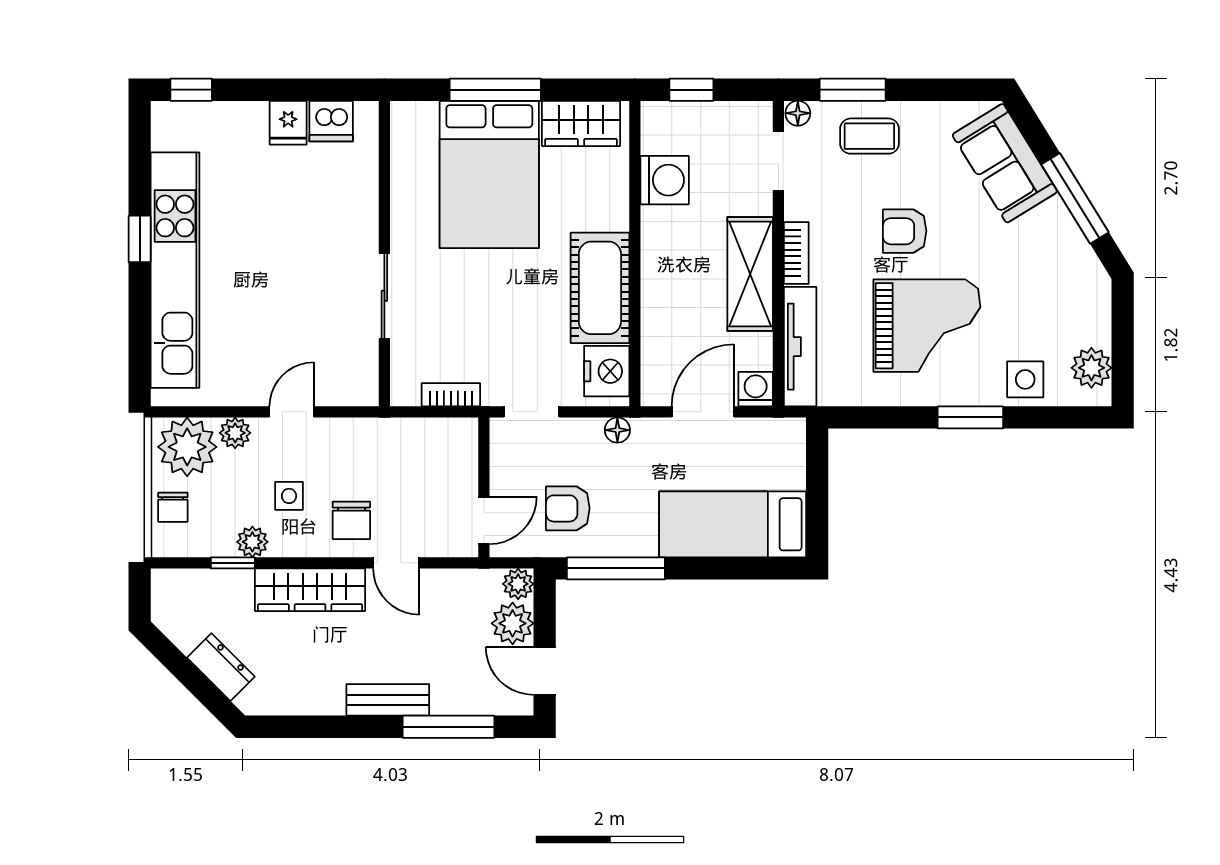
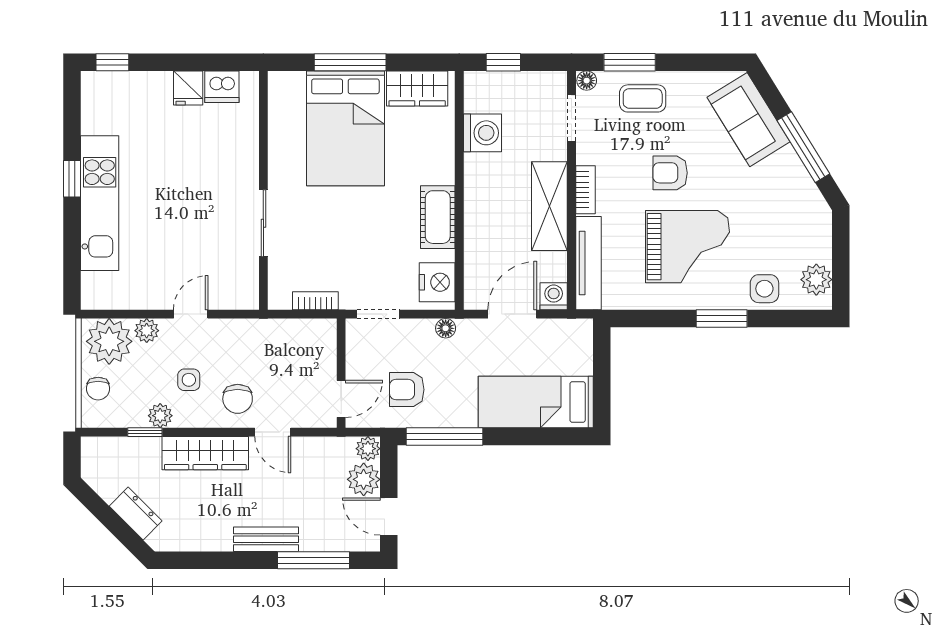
kitchen unit: (175, 270) -> (100, 203), width x0.73
cot: (600, 288) -> (438, 217), width x0.73, depth x0.75

